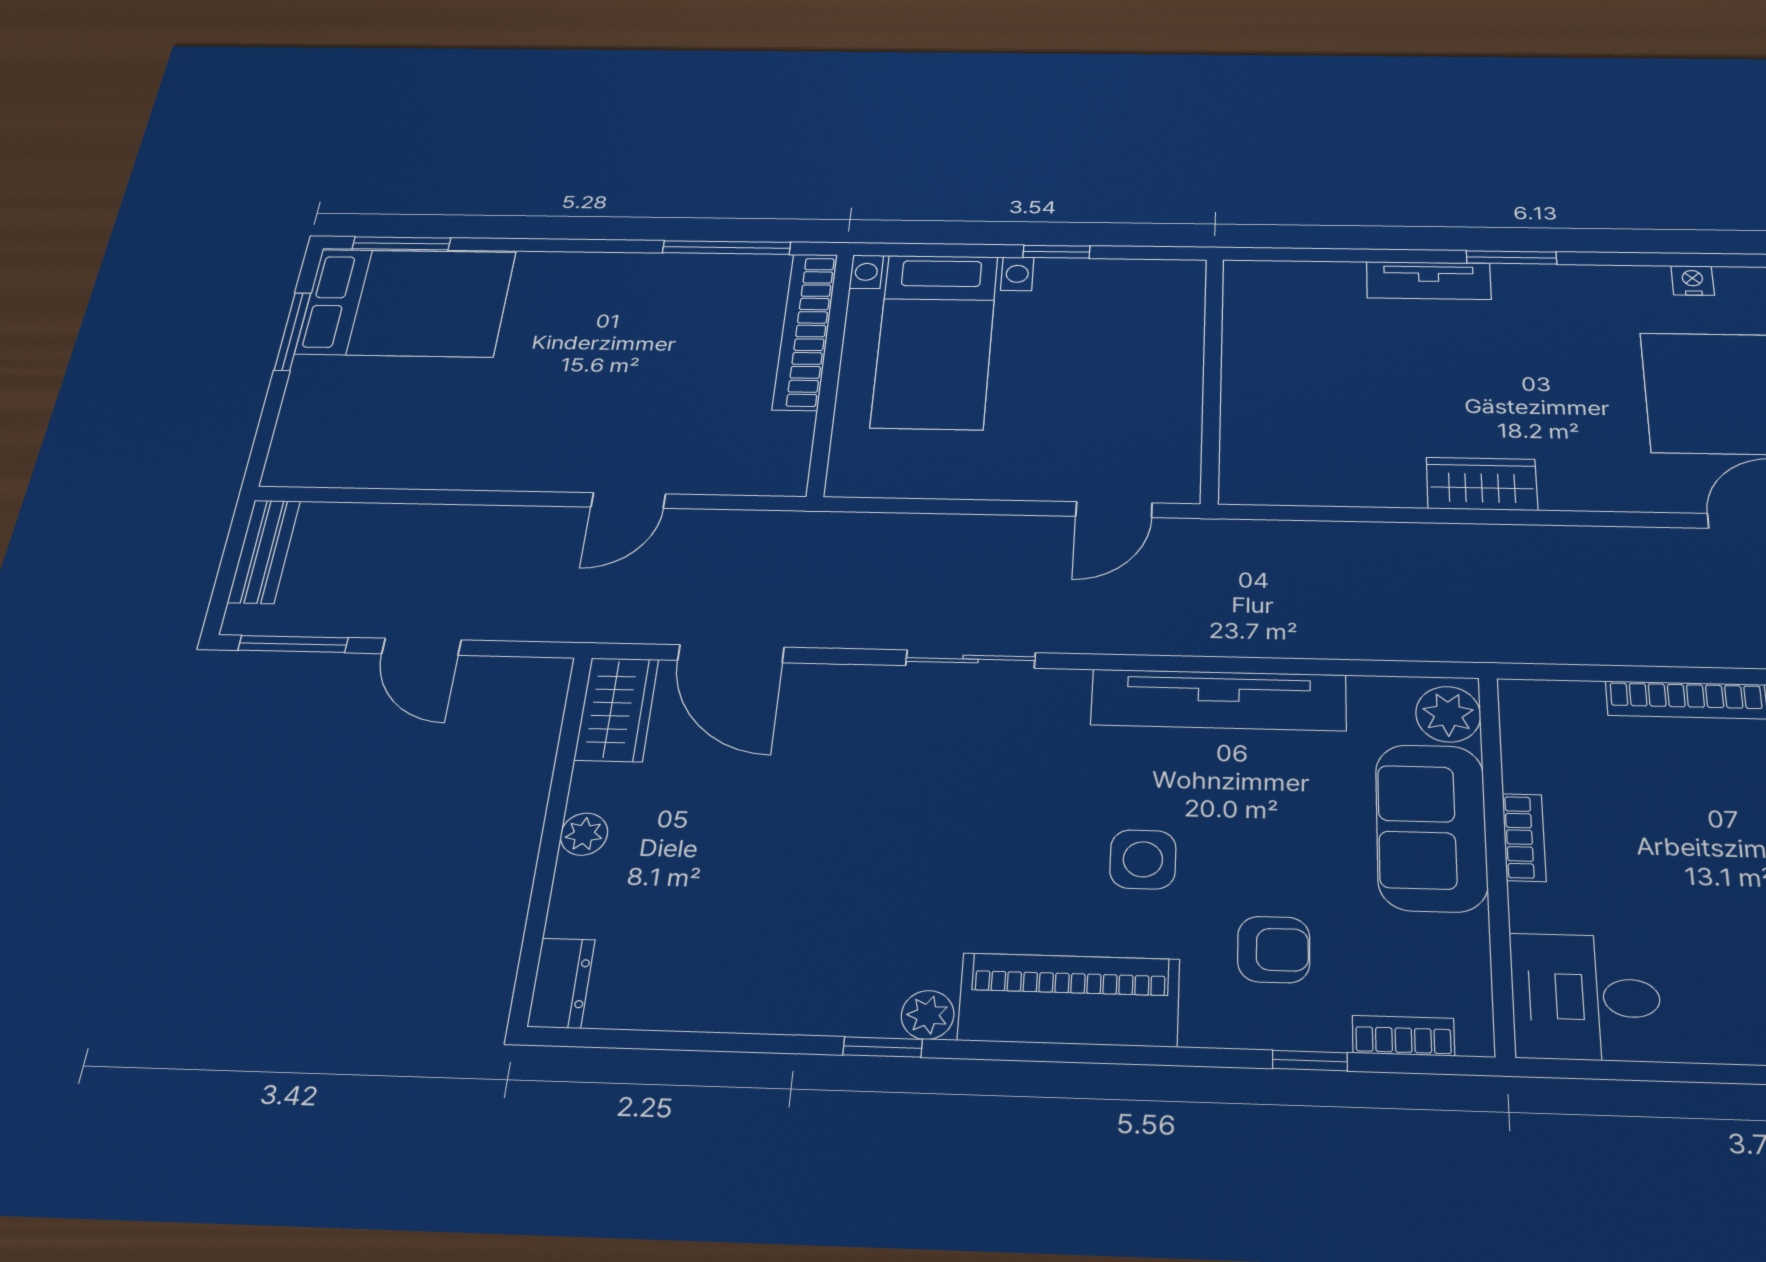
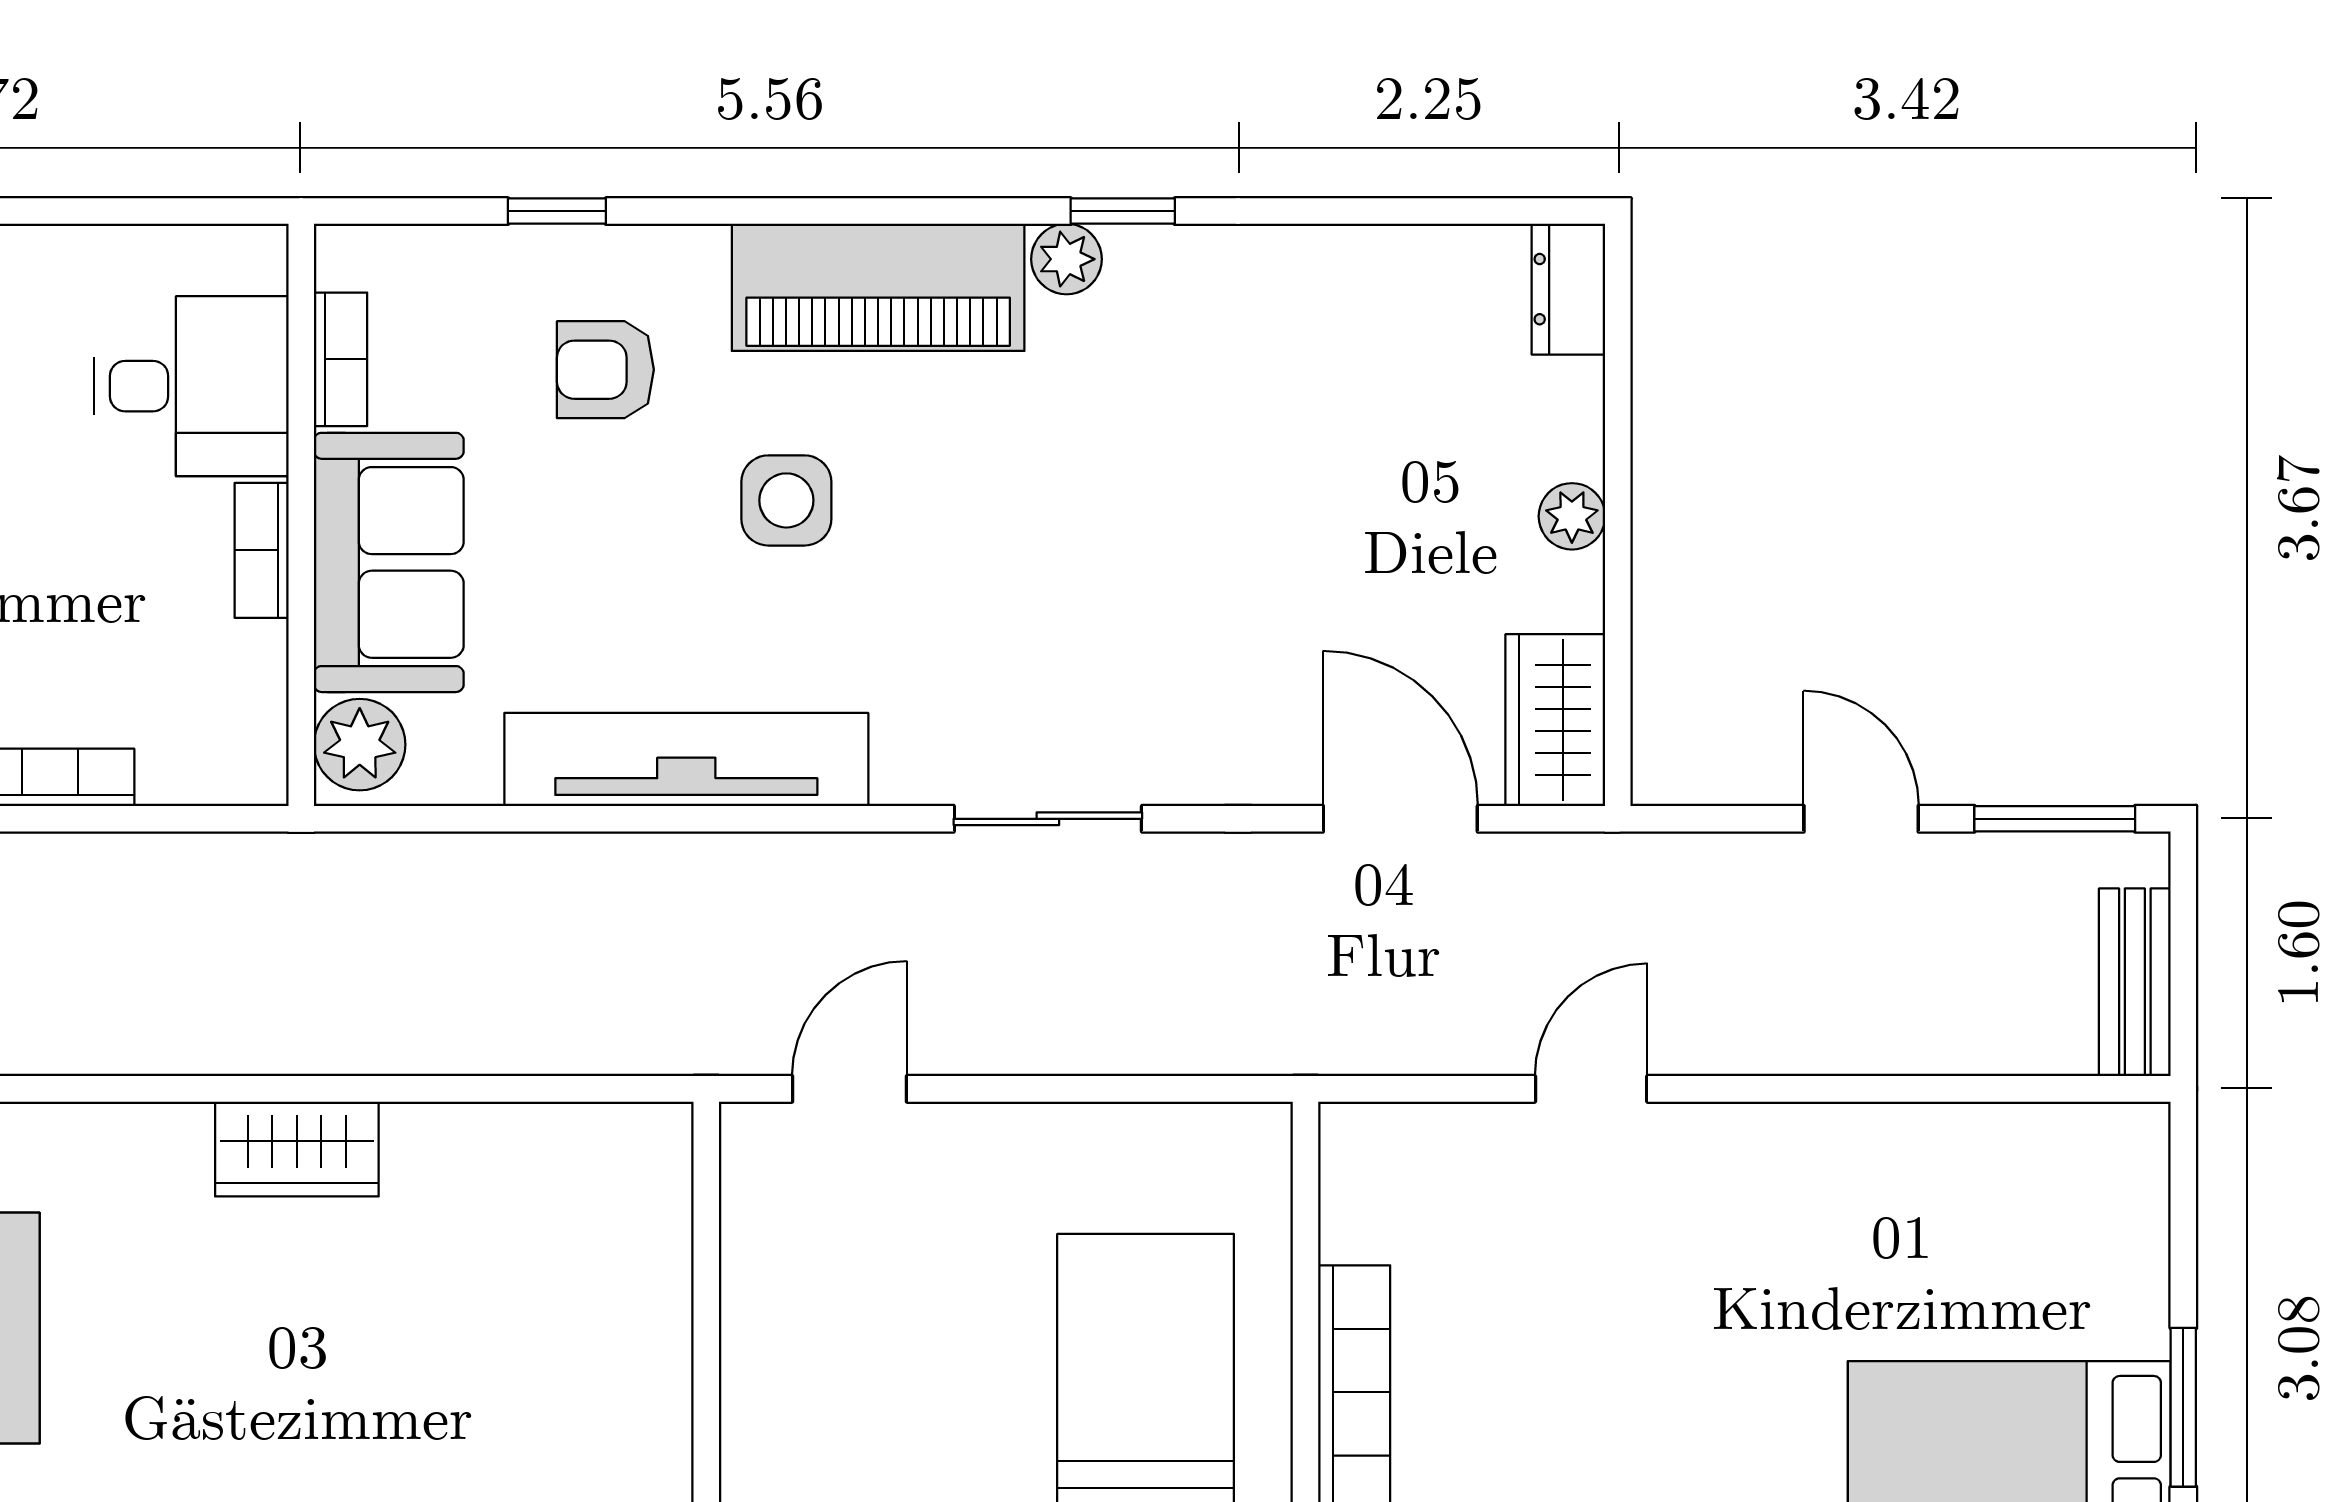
desk: (1586, 997) -> (191, 386), moved
bookcase: (1403, 1036) -> (341, 359), moved, turned -90

